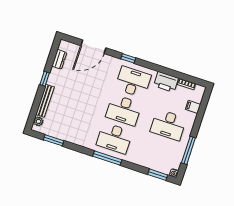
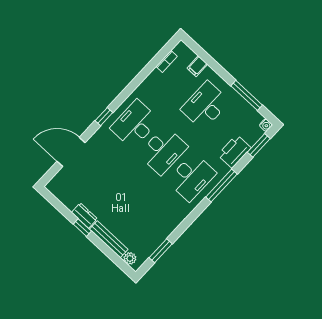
door: (93, 47) -> (71, 152), swing flipped
dresser: (59, 59) -> (84, 216), moved
printer: (166, 82) -> (234, 151), moved, turned 180
desk: (168, 125) -> (205, 105), turned 180
window: (107, 158) -> (221, 185), moved

